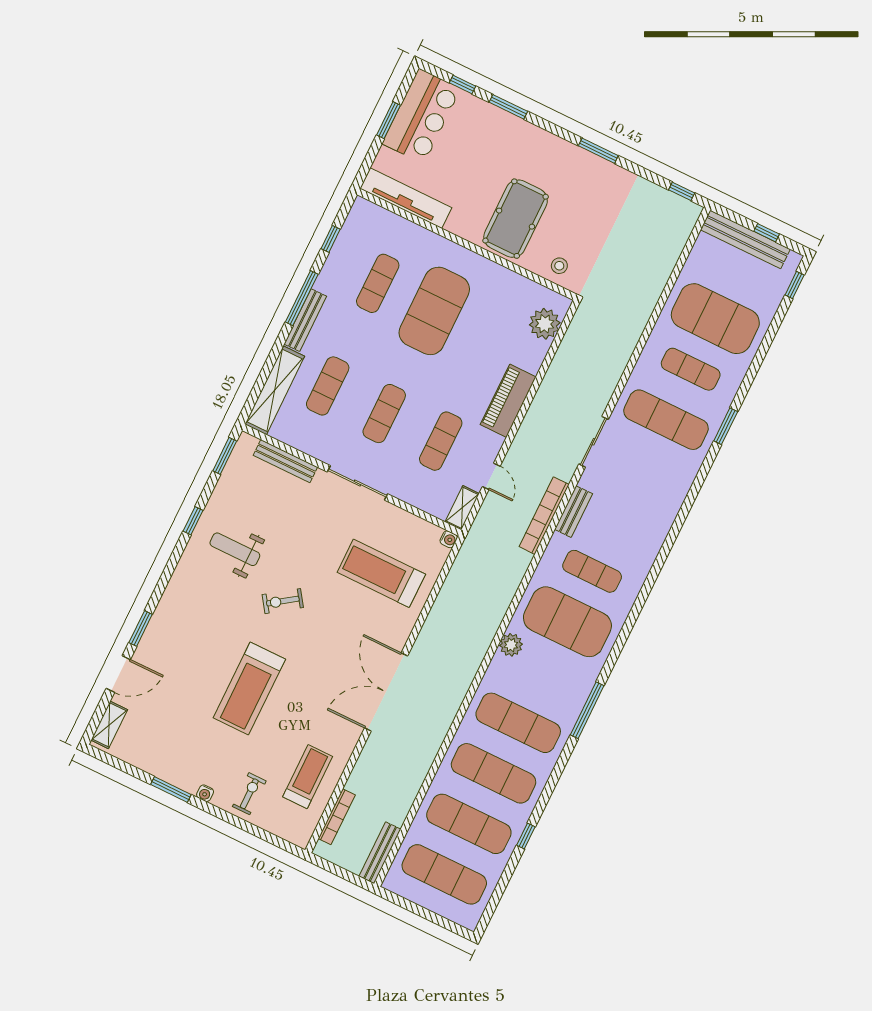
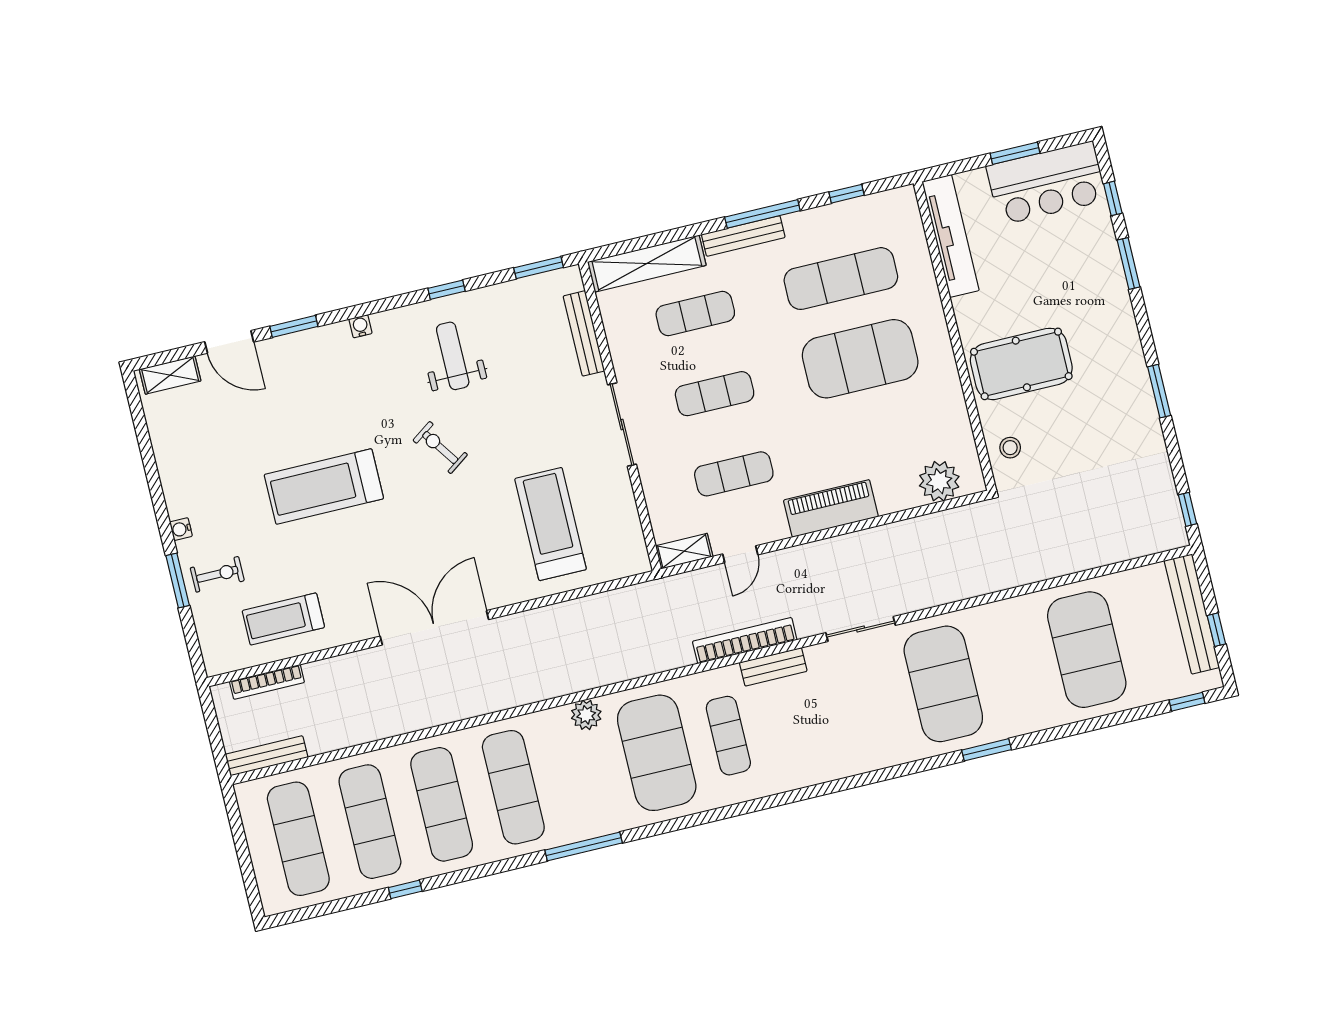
exercise mat: (378, 283) -> (841, 279), width x1.36, depth x1.45
exercise mat: (691, 369) -> (1015, 667), removed
exercise mat: (666, 420) -> (943, 684), width x1.47
water cooler: (449, 539) -> (360, 326), moved, turned 180
treadmill: (308, 777) -> (283, 619), turned 180
window: (171, 789) -> (178, 581), moved

